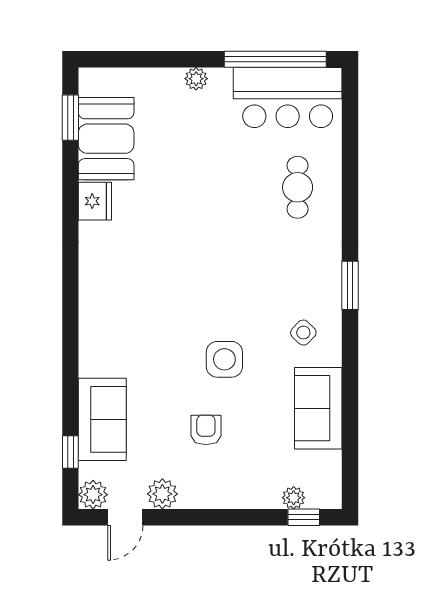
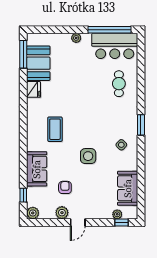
window: (70, 118) -> (23, 54), width x1.44
coffee table: (146, 295) -> (55, 129), added
sofa: (318, 408) -> (128, 188), moved
sofa: (102, 419) -> (37, 169), moved
armchair: (206, 430) -> (65, 187), moved
door: (125, 517) -> (78, 223), moved

